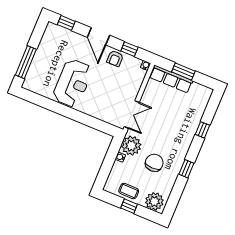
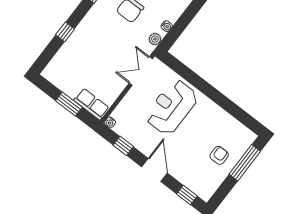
armchair: (115, 58) -> (219, 155), moved
row of seats: (171, 79) -> (91, 104), width x0.68
reception desk: (73, 83) -> (172, 107), moved
plant: (131, 146) -> (155, 39), width x0.53, depth x0.53

